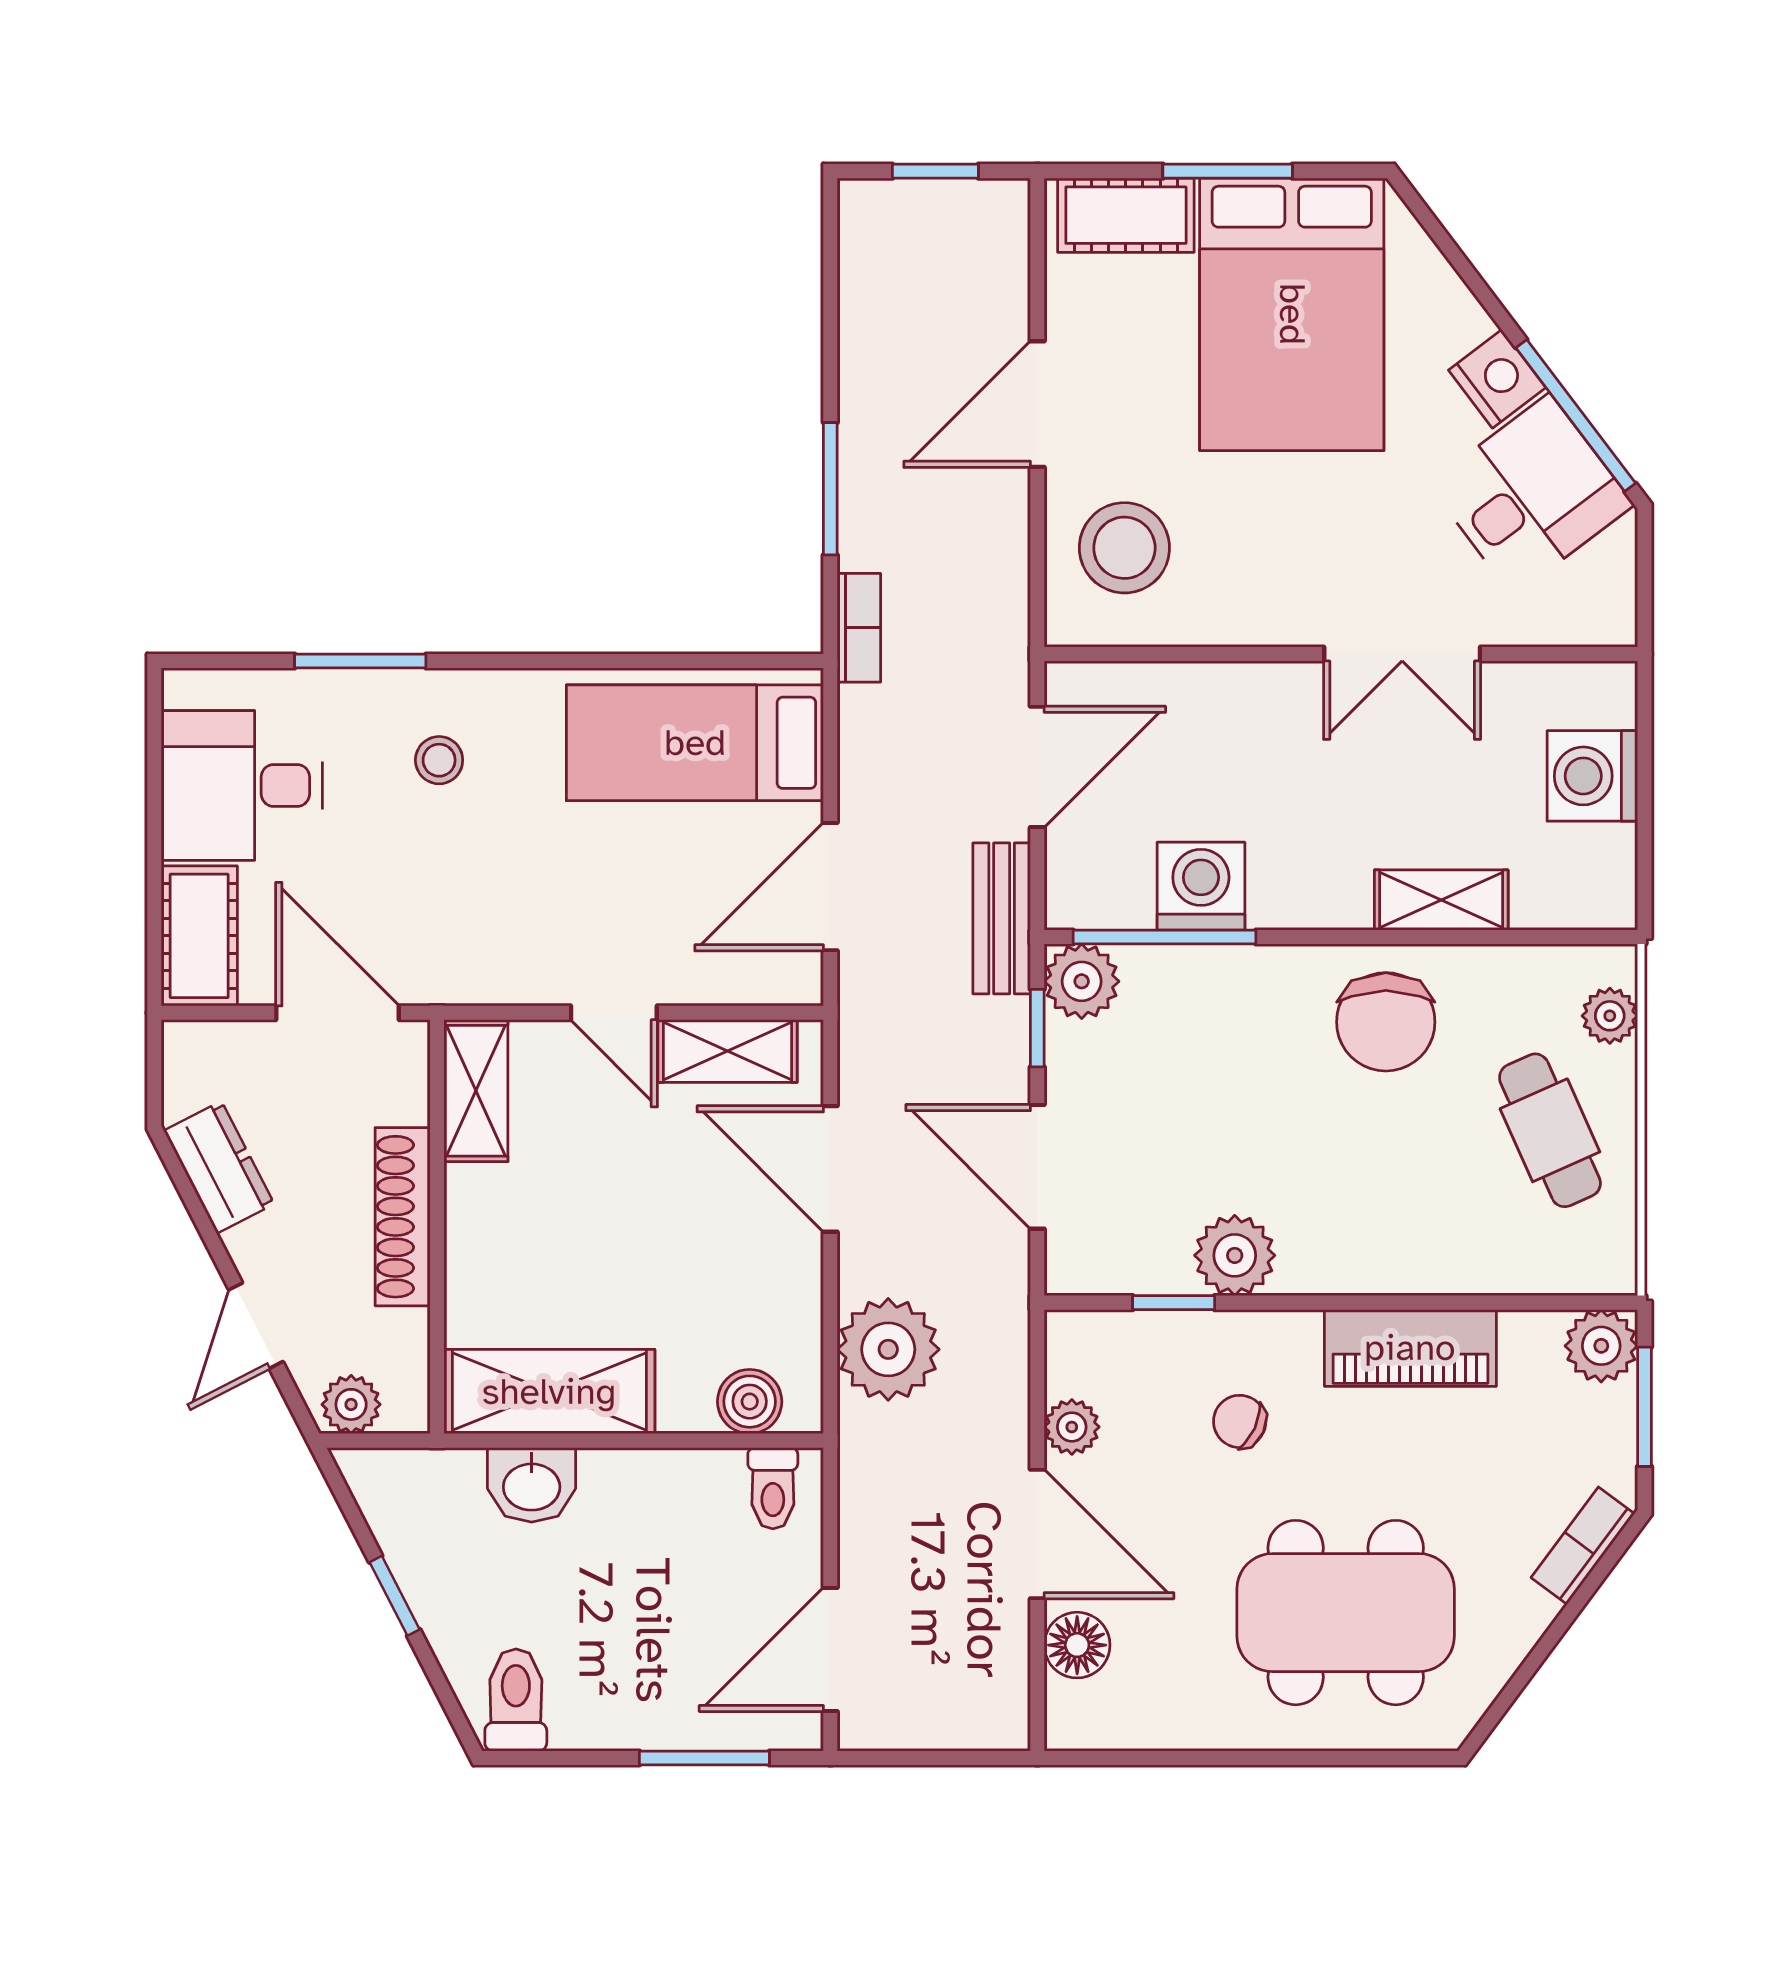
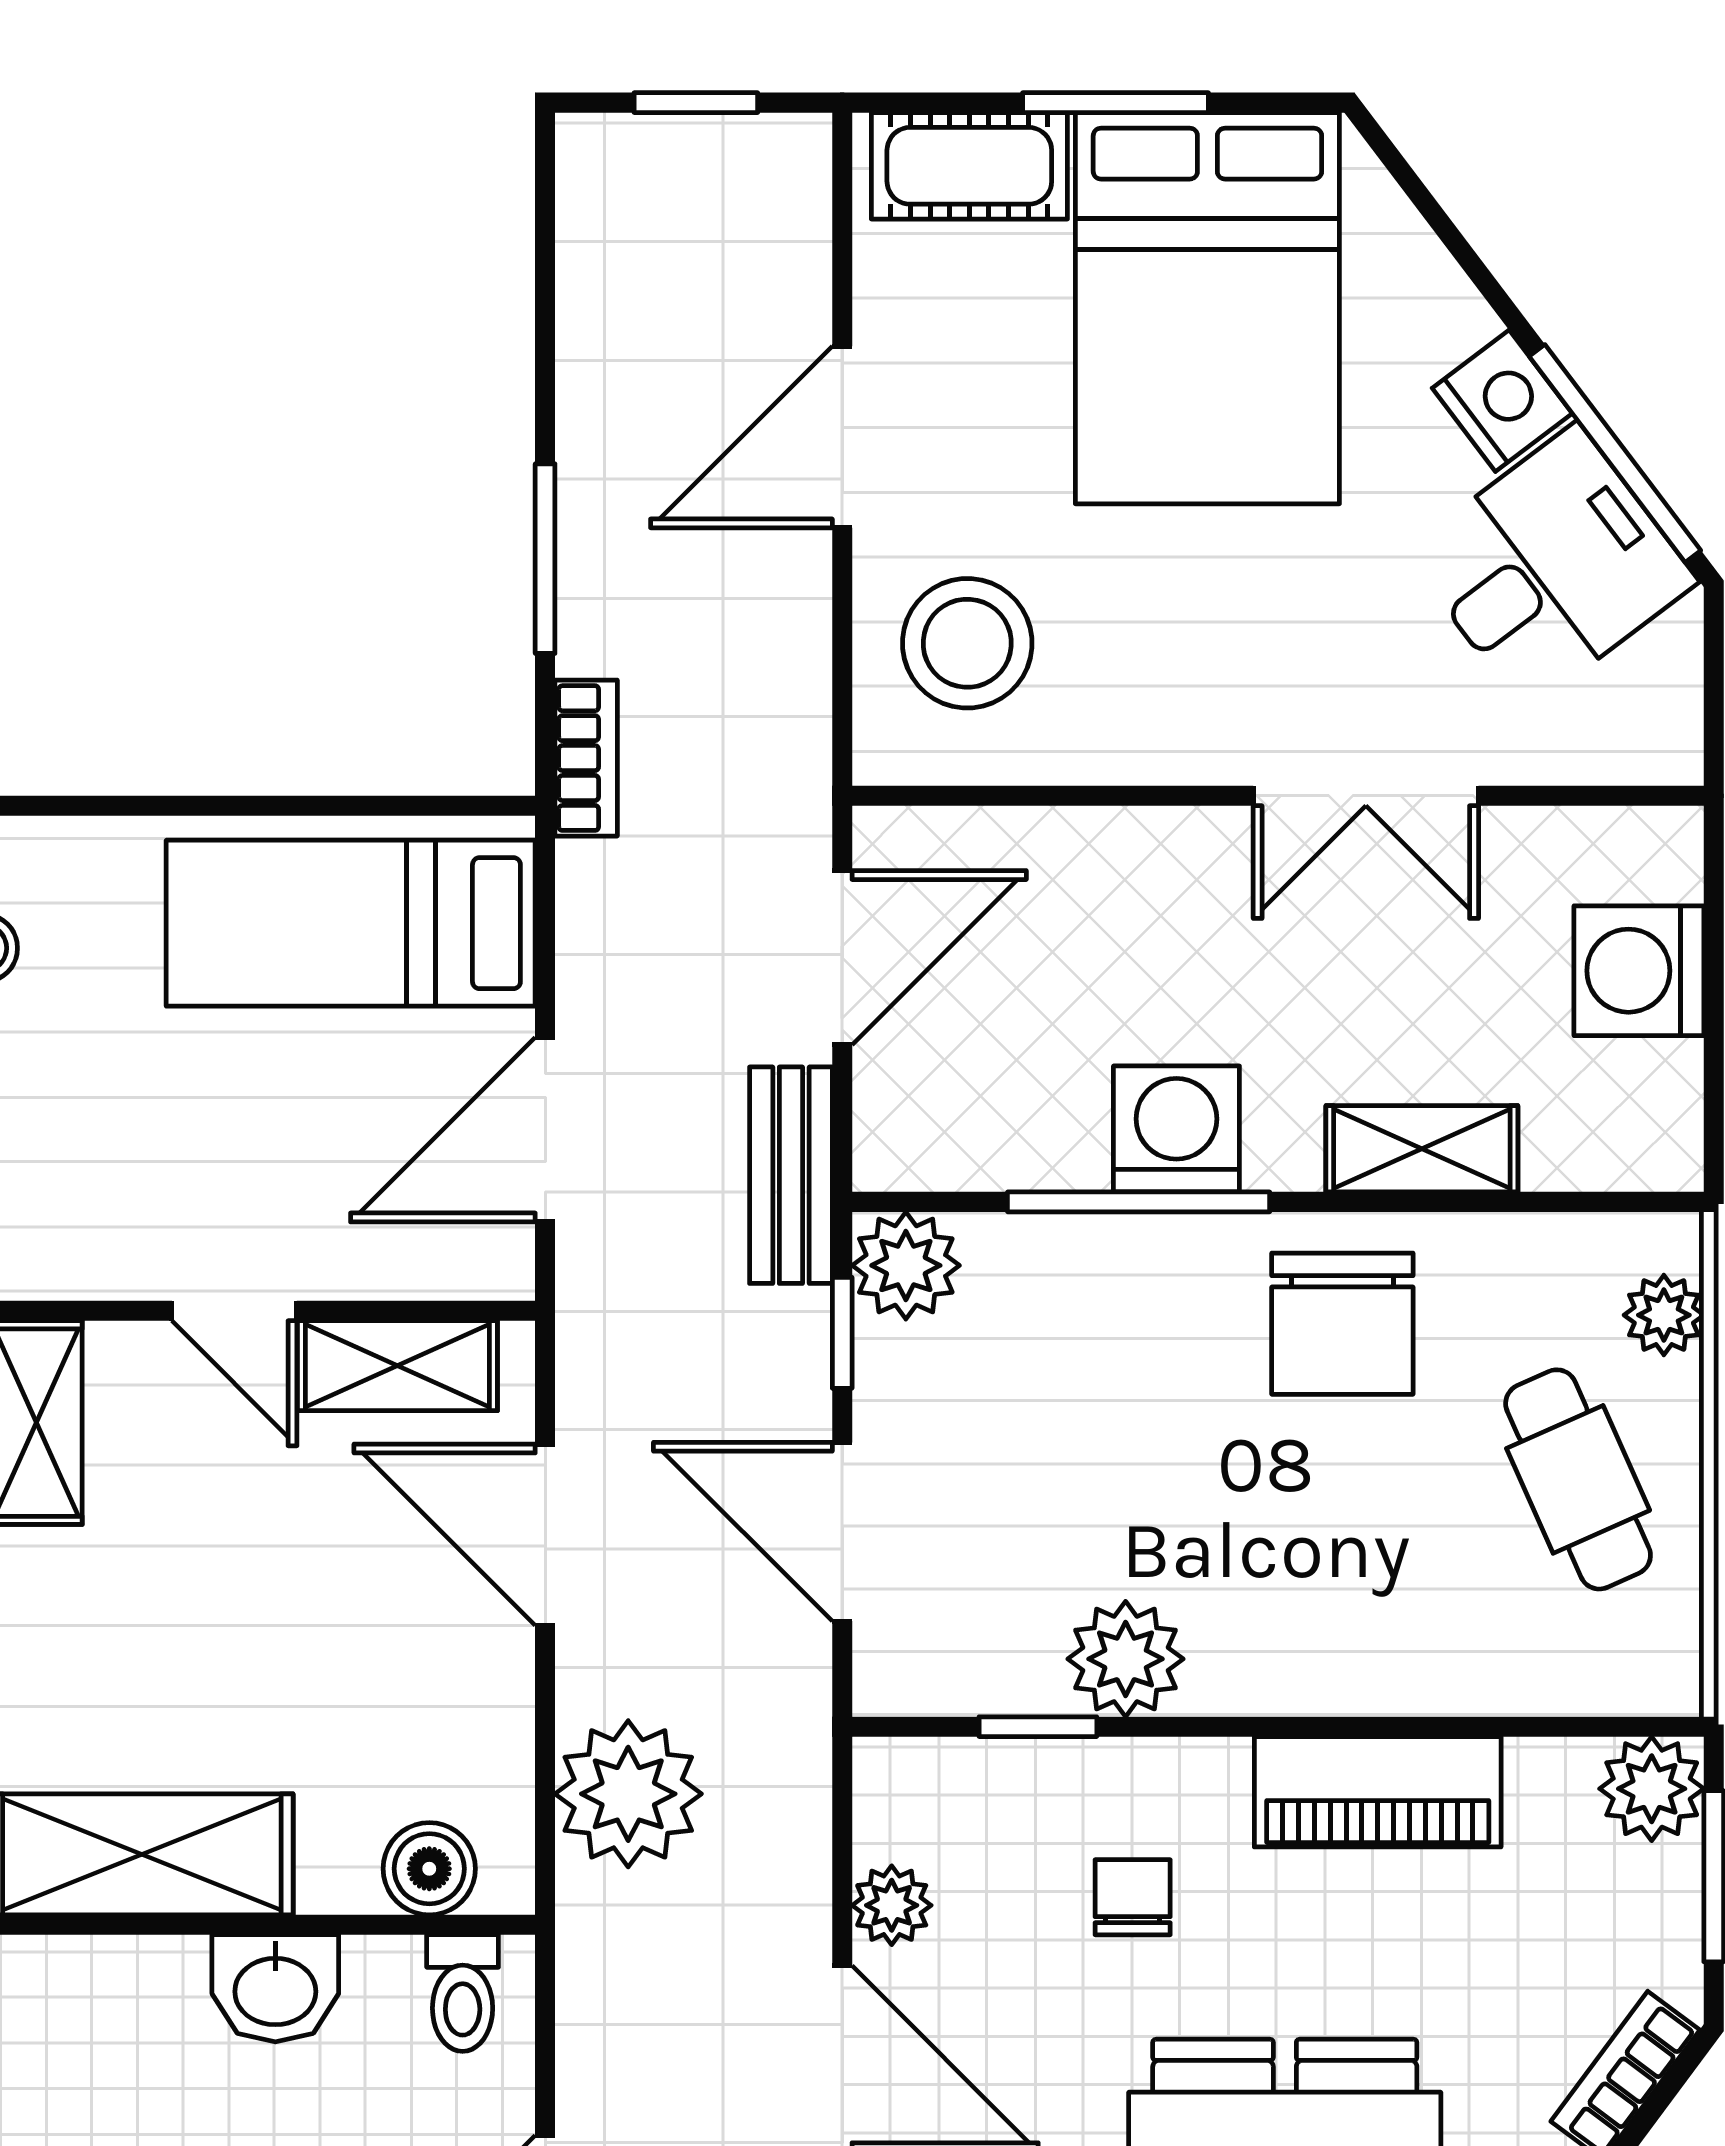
washing machine: (1201, 886) -> (1176, 1129), moved
window: (1165, 937) -> (1139, 1202), moved
chair: (1240, 1421) -> (1133, 1897), turned 65
washbasin: (532, 1485) -> (275, 1988), moved

